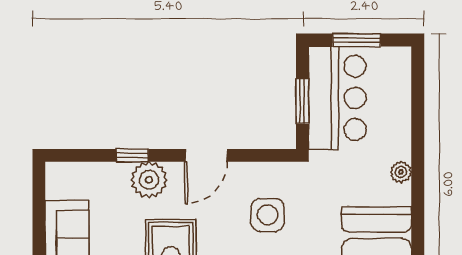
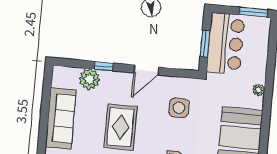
window: (357, 40) -> (253, 12), moved
plant: (149, 180) -> (89, 79), moved

